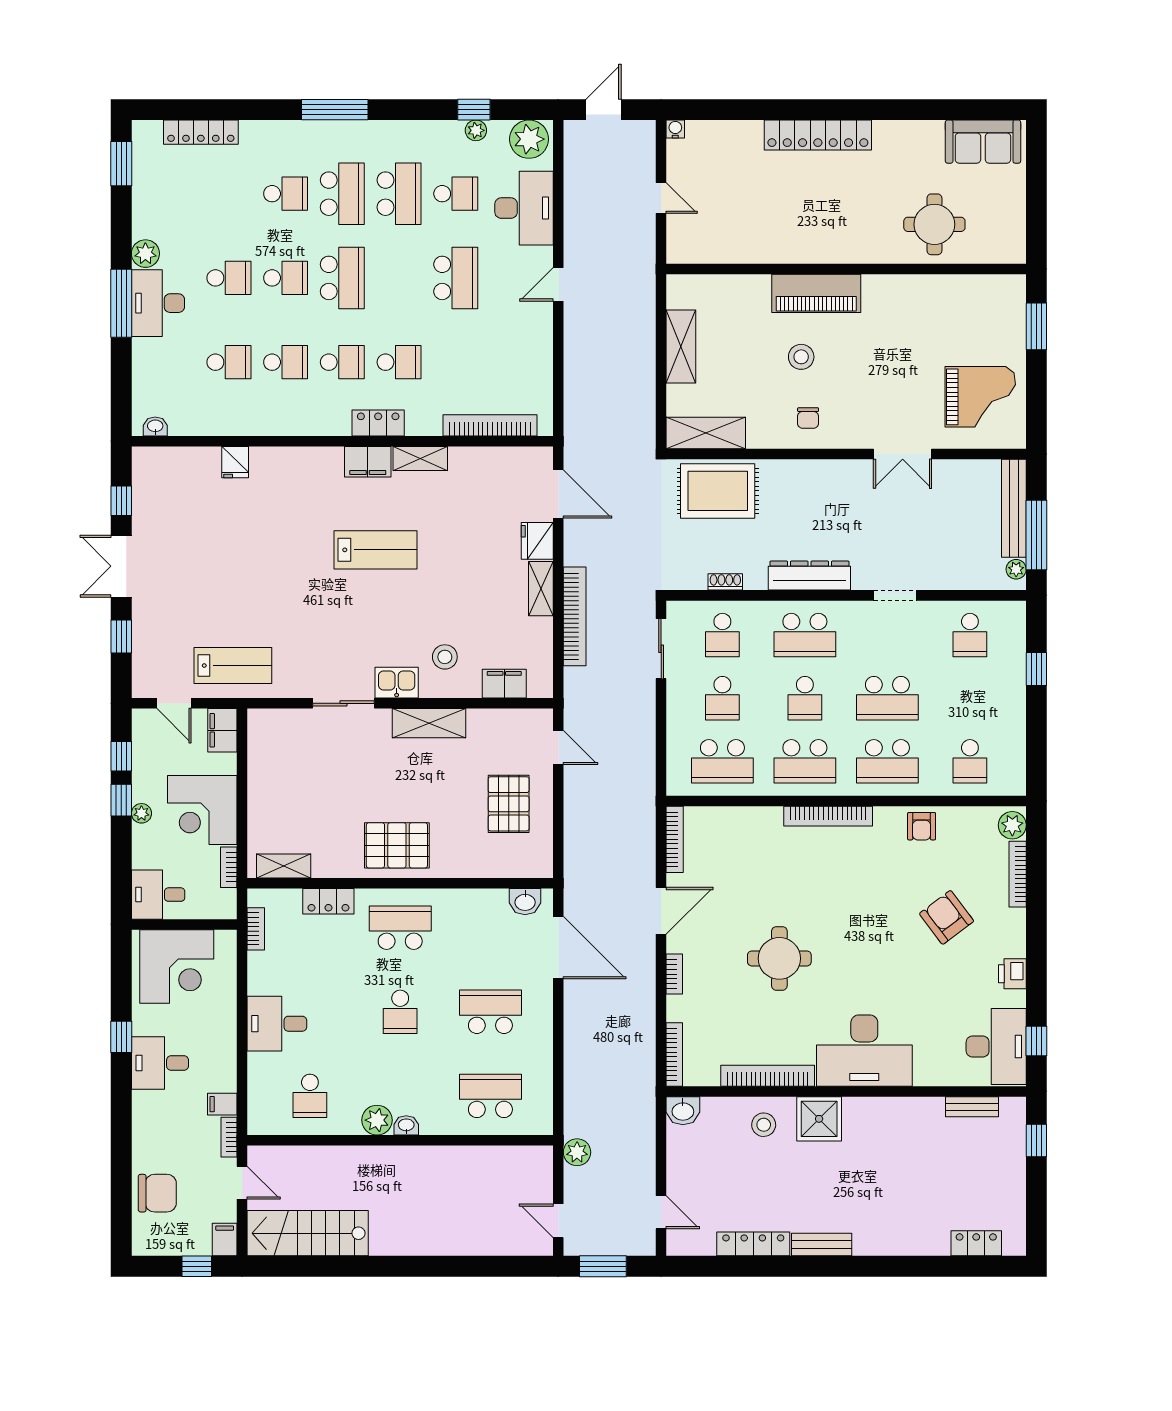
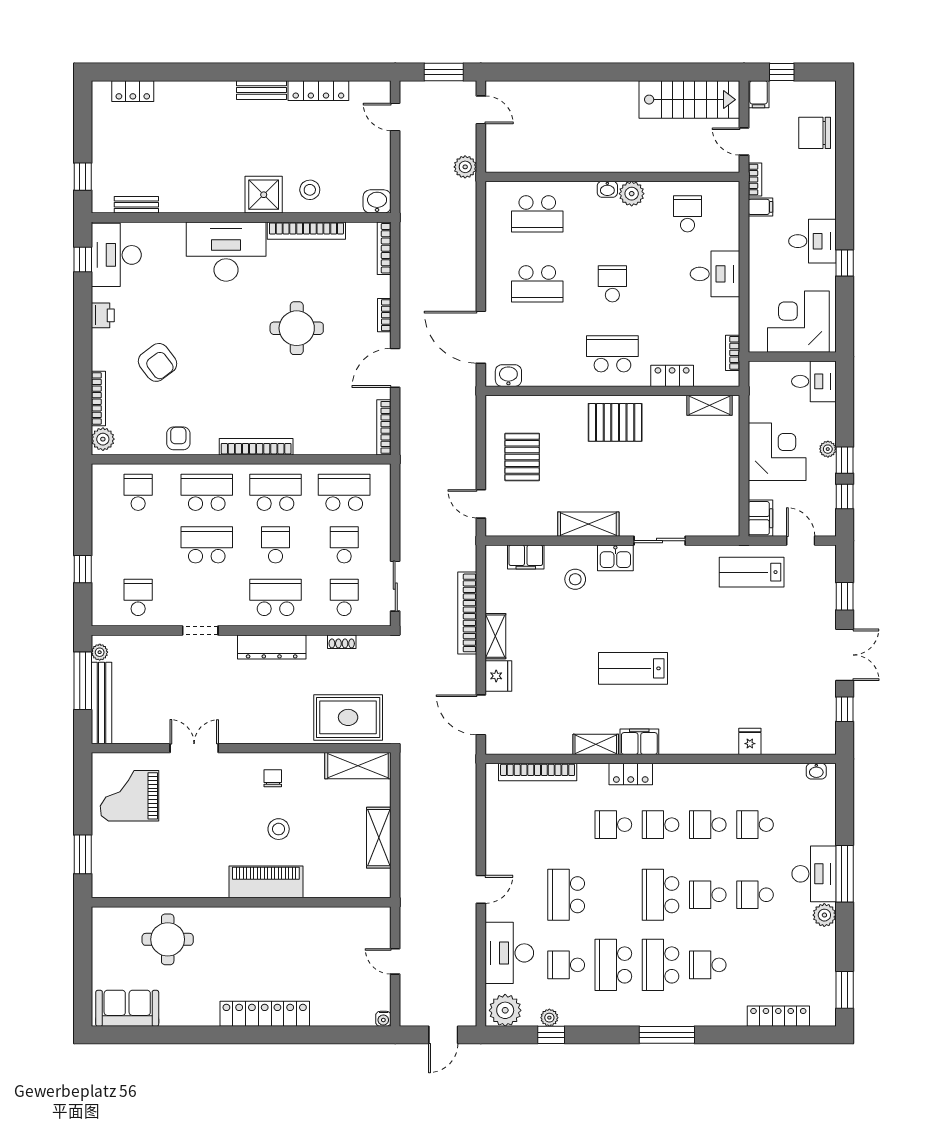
bookcase: (229, 867) -> (755, 404), removed
school desk: (400, 928) -> (612, 354), turned 180

